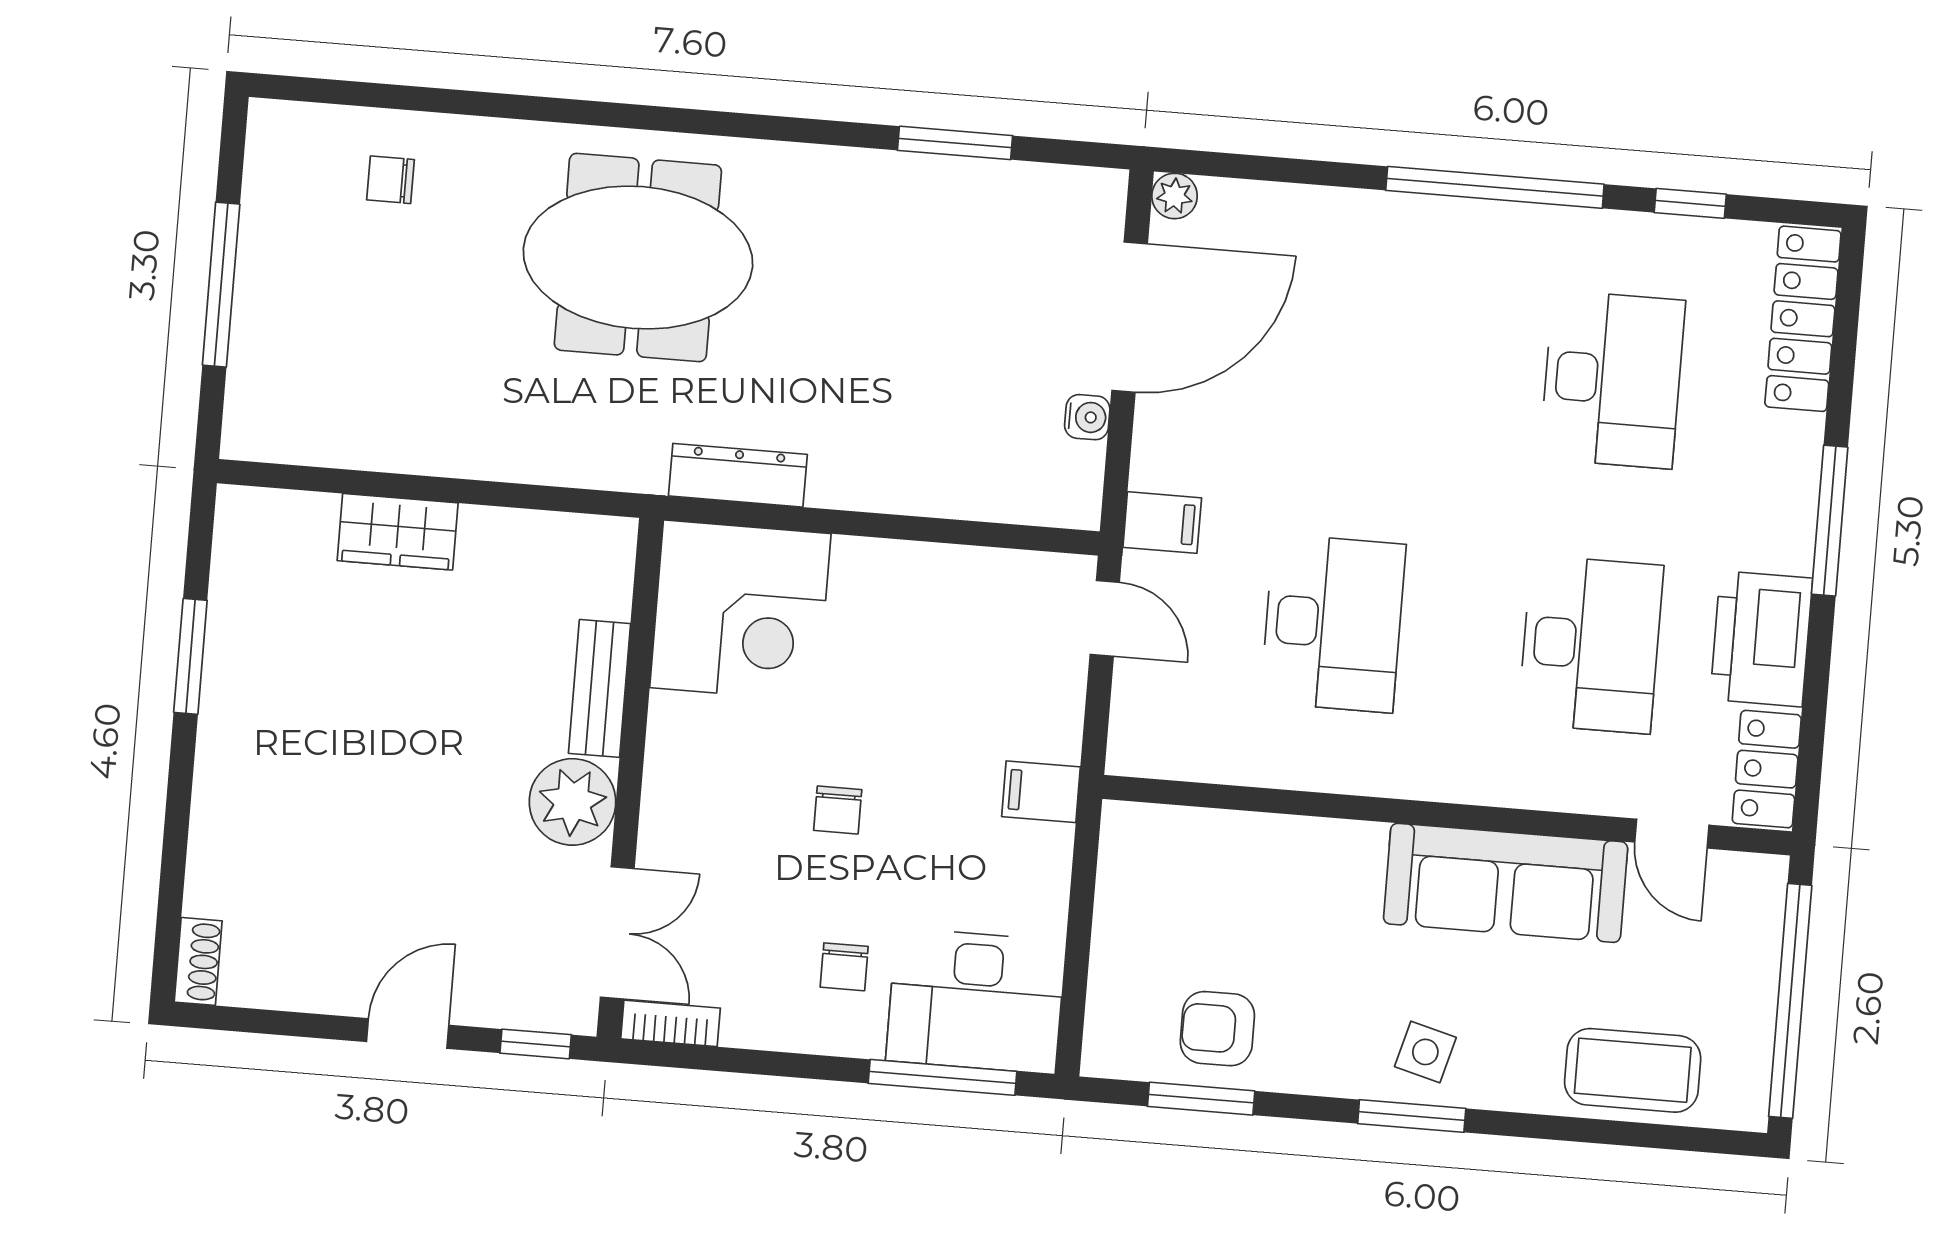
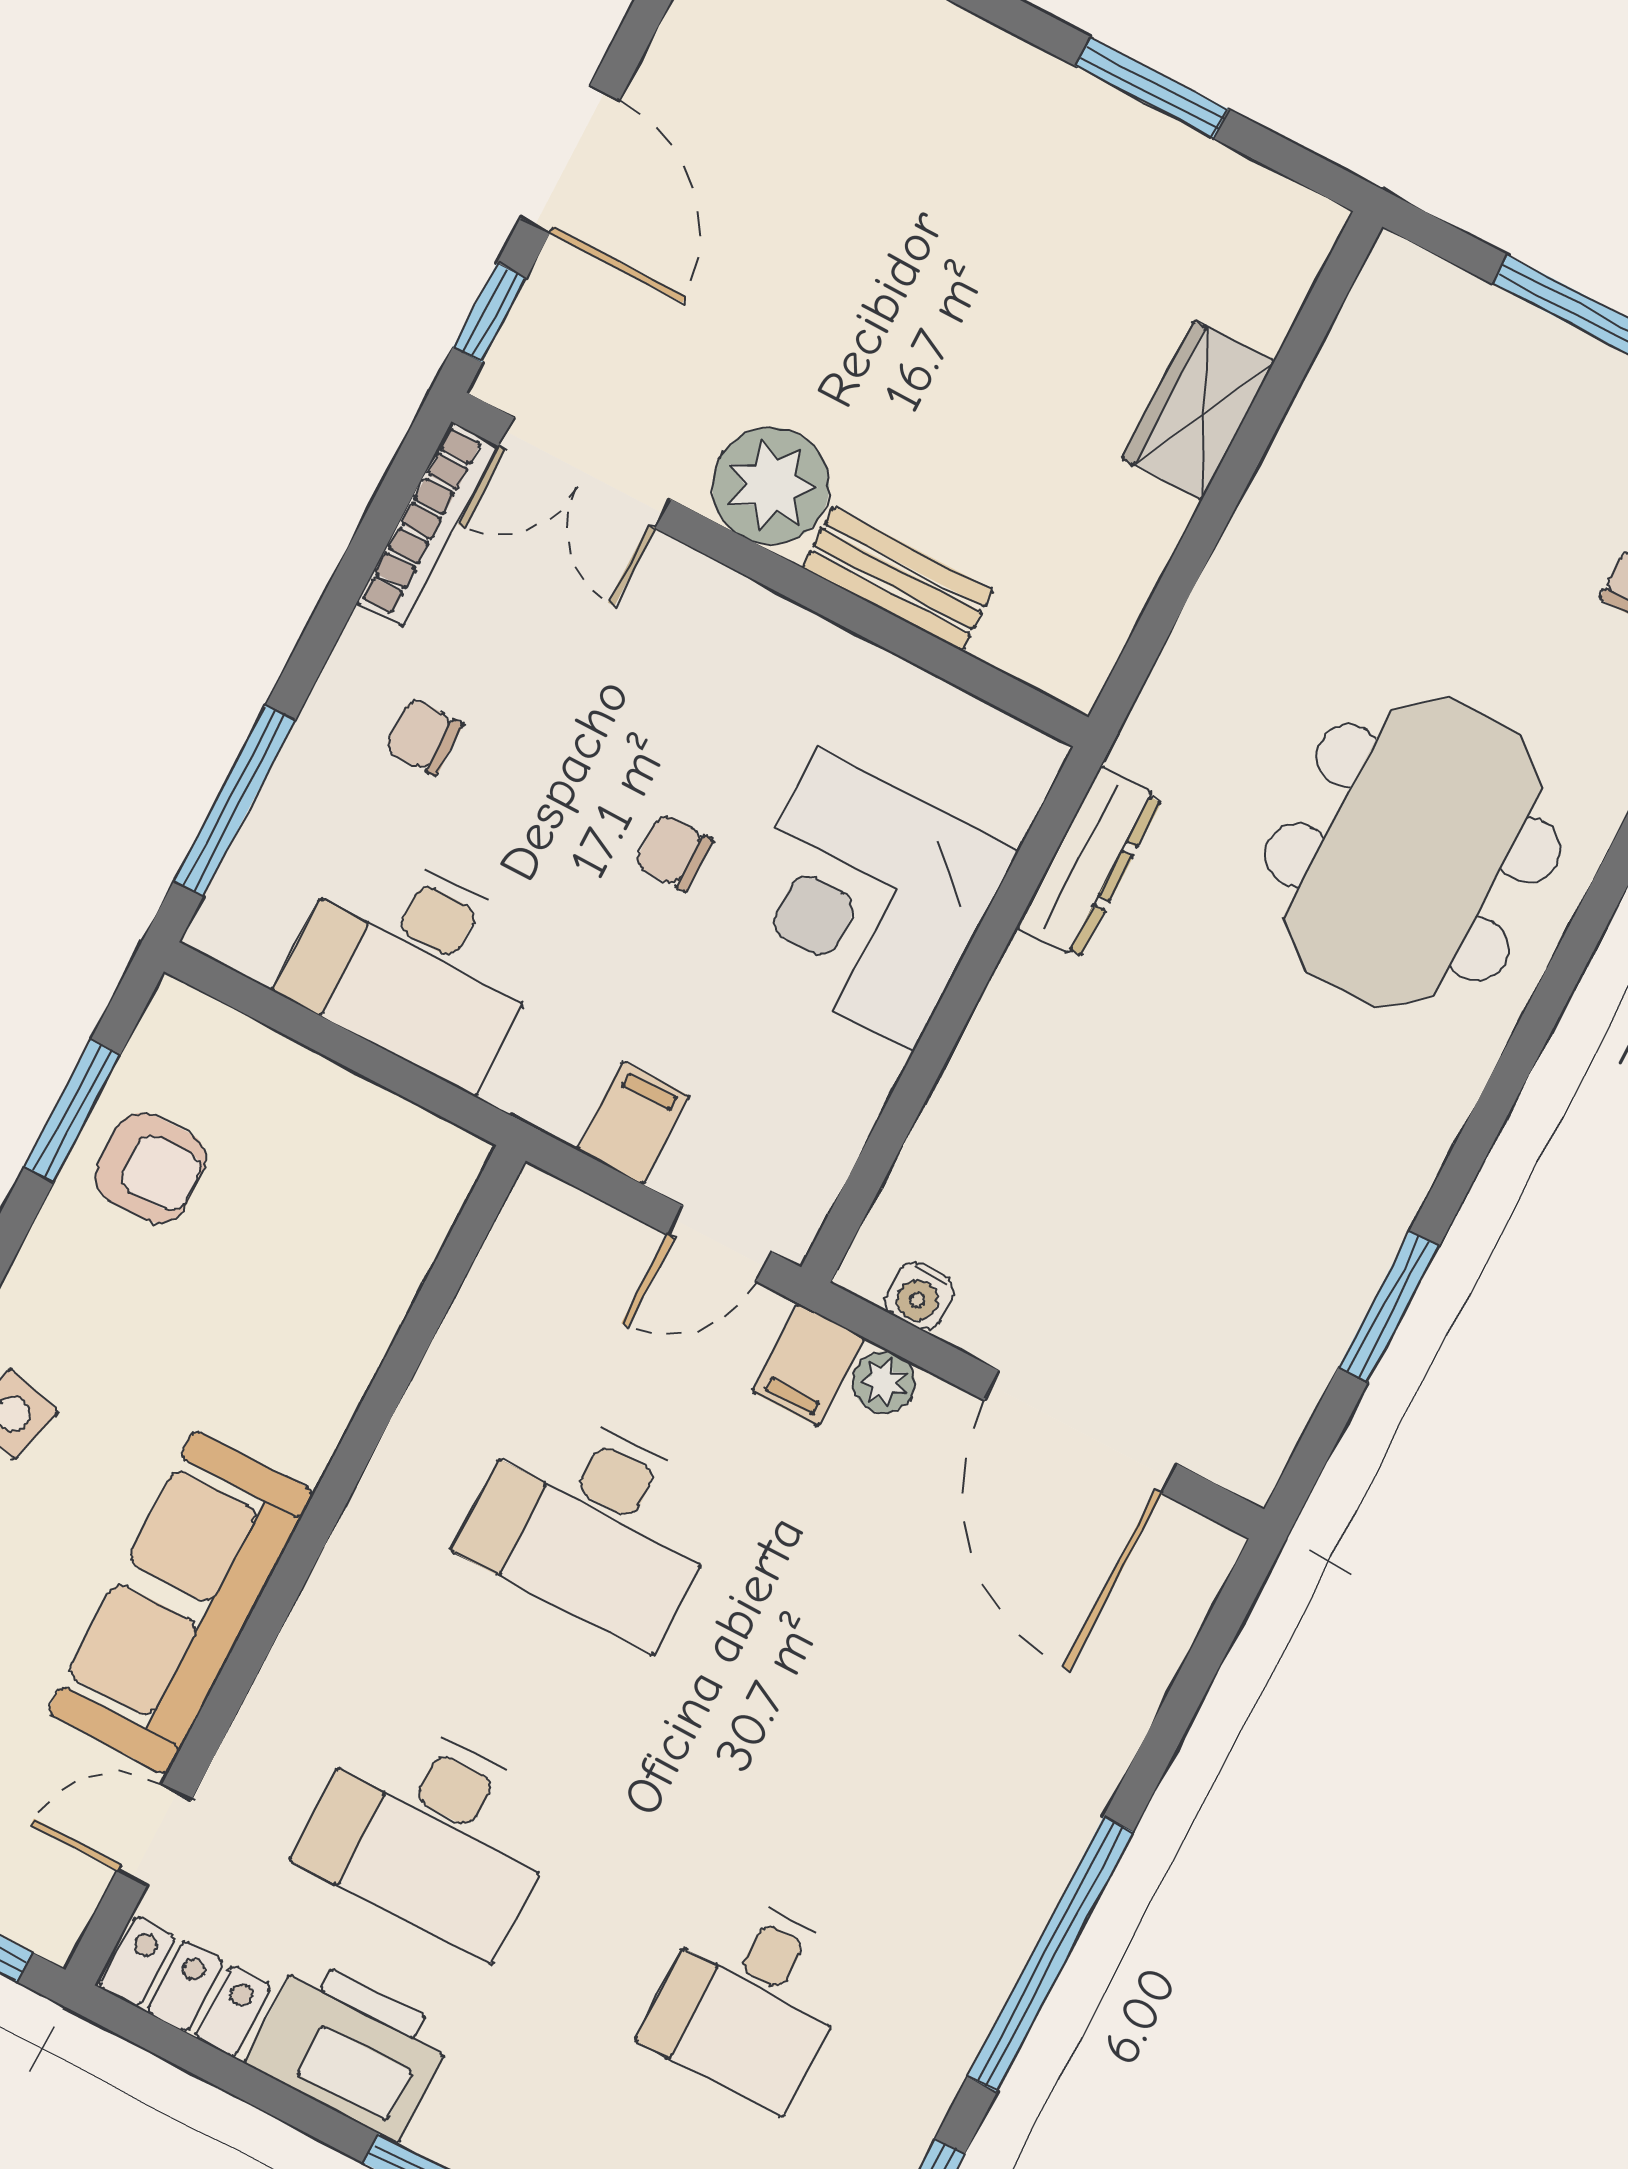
plant: (1175, 196) -> (884, 1382), moved
desk: (1613, 379) -> (750, 1999), width x0.73
water cooler: (1087, 417) -> (919, 1296), moved
corner desk: (740, 611) -> (866, 899), moved
filing cabinet: (1041, 792) -> (633, 1123), moved
chair: (838, 810) -> (674, 852), moved
desk: (976, 1001) -> (415, 964), moved, turned -90
bookcase: (671, 1023) -> (427, 524), width x1.56
armchair: (1217, 1029) -> (151, 1168), turned 89
door: (408, 1033) -> (570, 159), width x1.38

